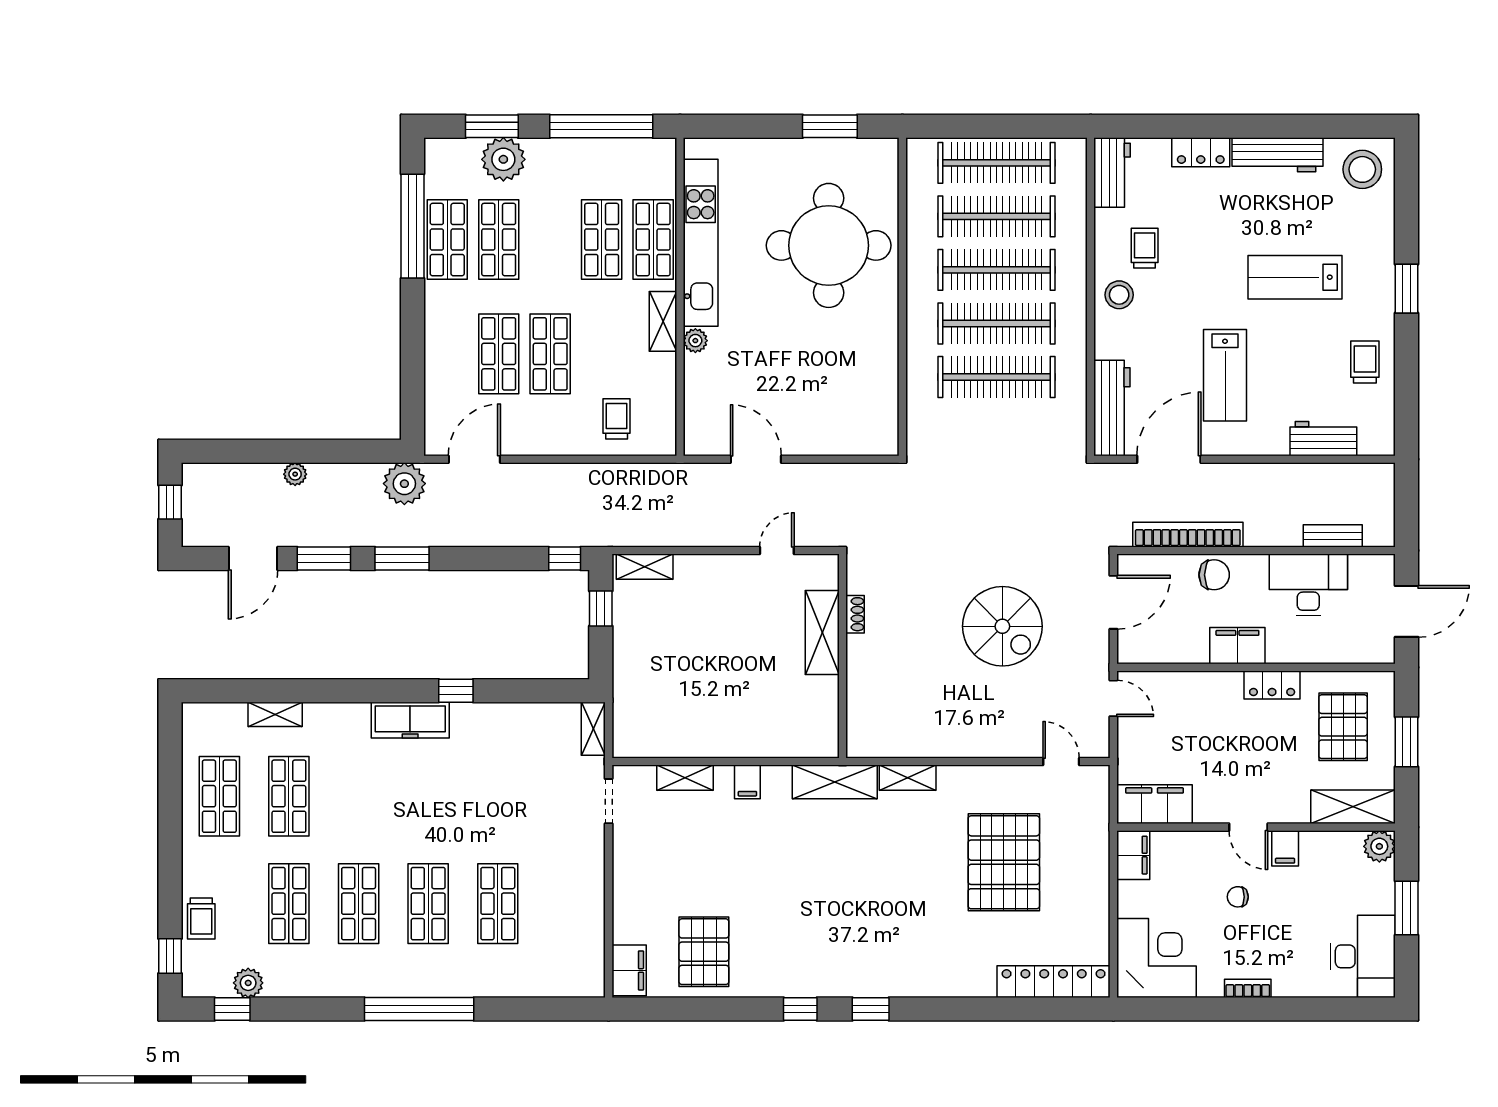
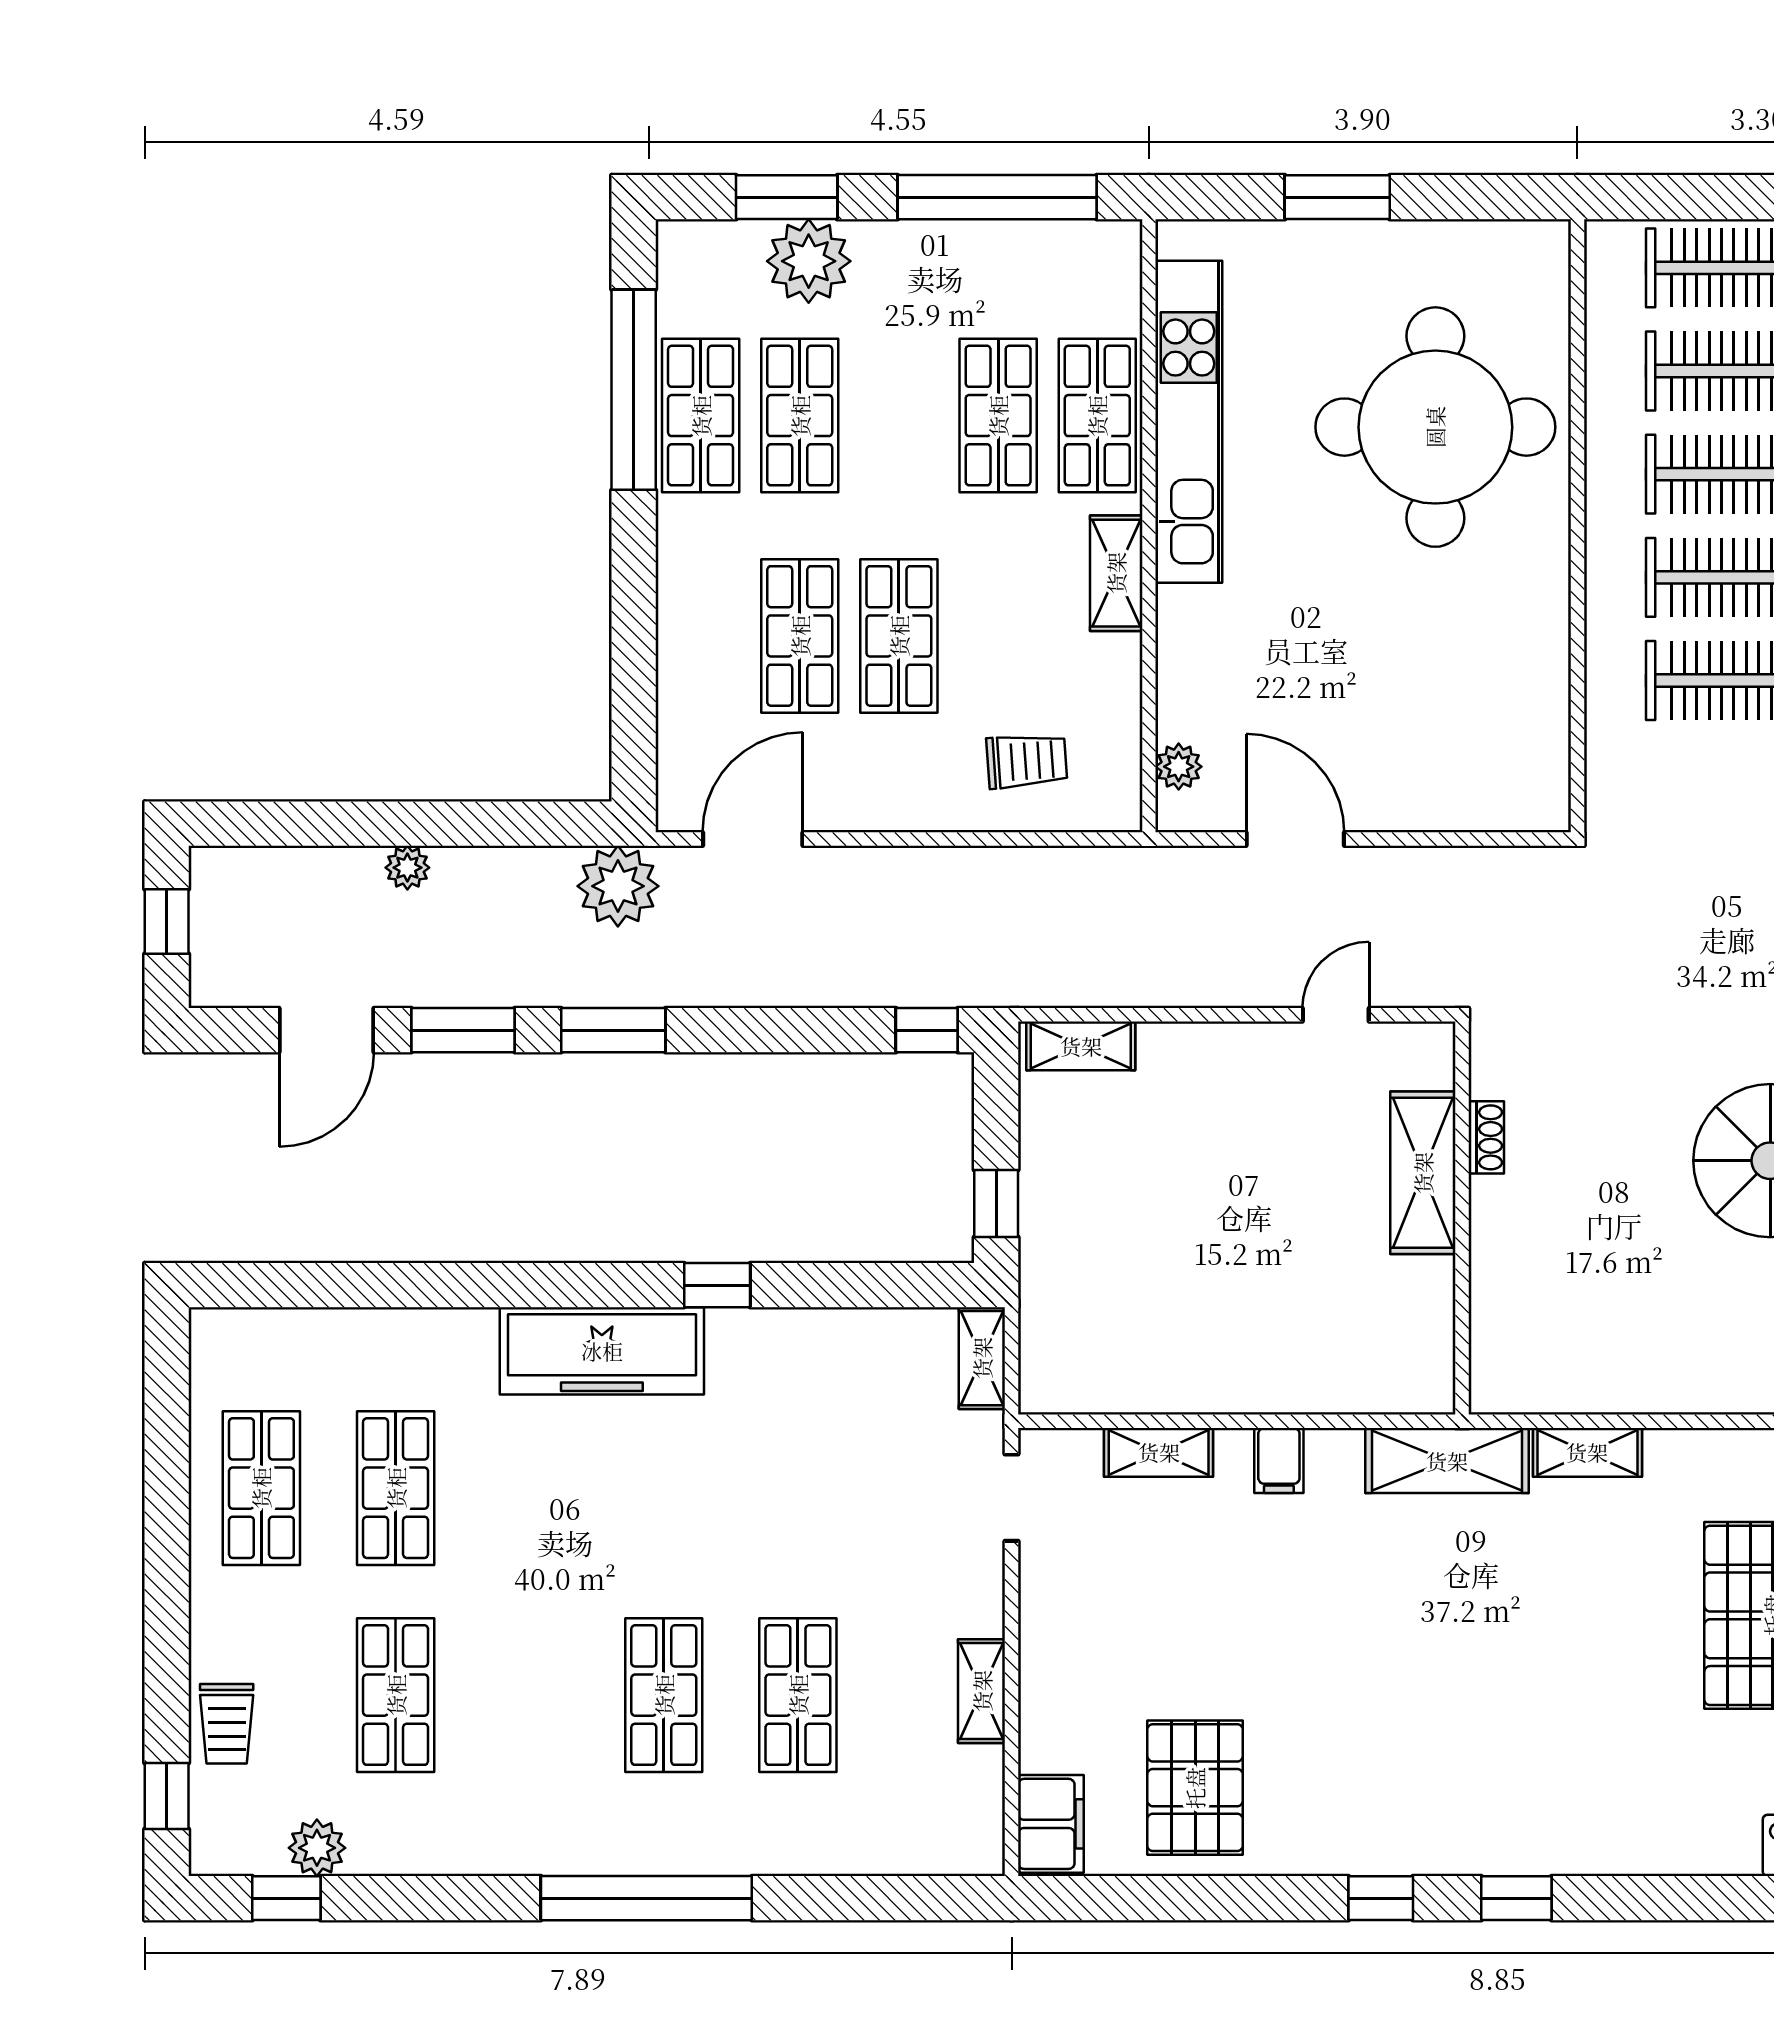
window: (830, 126) -> (1337, 197), moved
plant: (695, 341) -> (1179, 767), moved
trolley: (617, 419) -> (1027, 761), turned 86
window: (601, 609) -> (996, 1203), moved
shelving: (275, 714) -> (982, 1691), moved, turned 90
freezer: (410, 720) -> (602, 1351), width x1.36, depth x1.26
shop shelf: (359, 904) -> (530, 1695), removed

